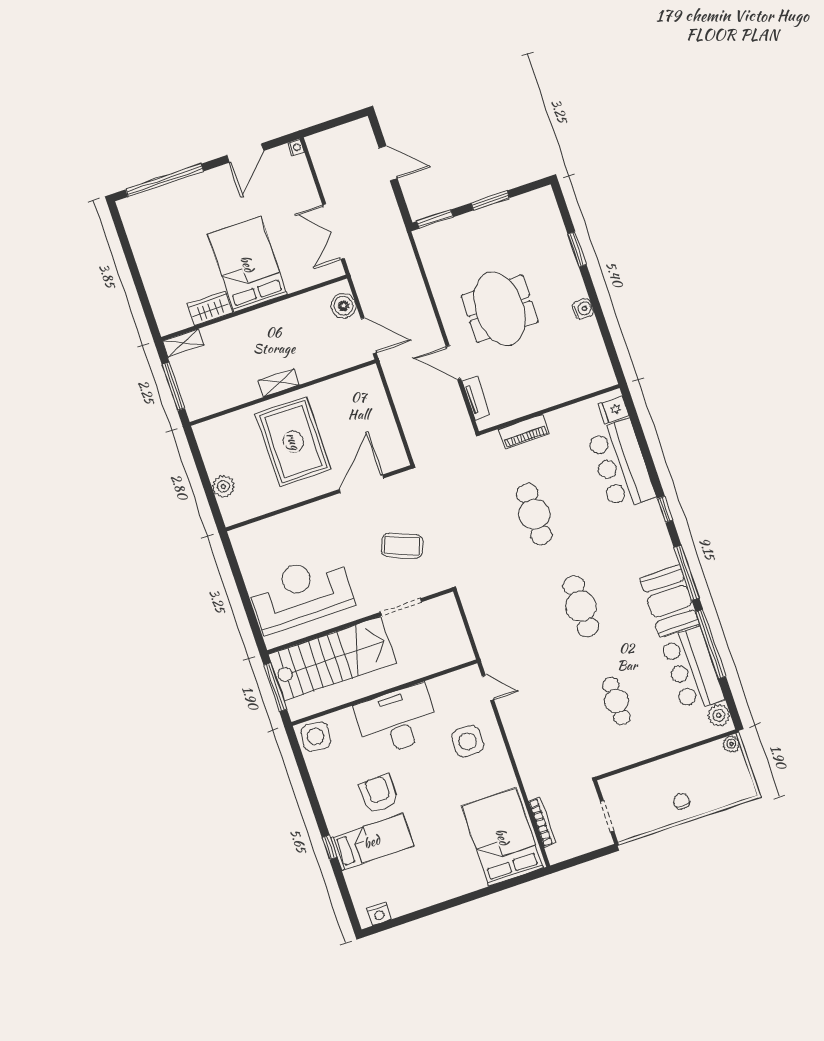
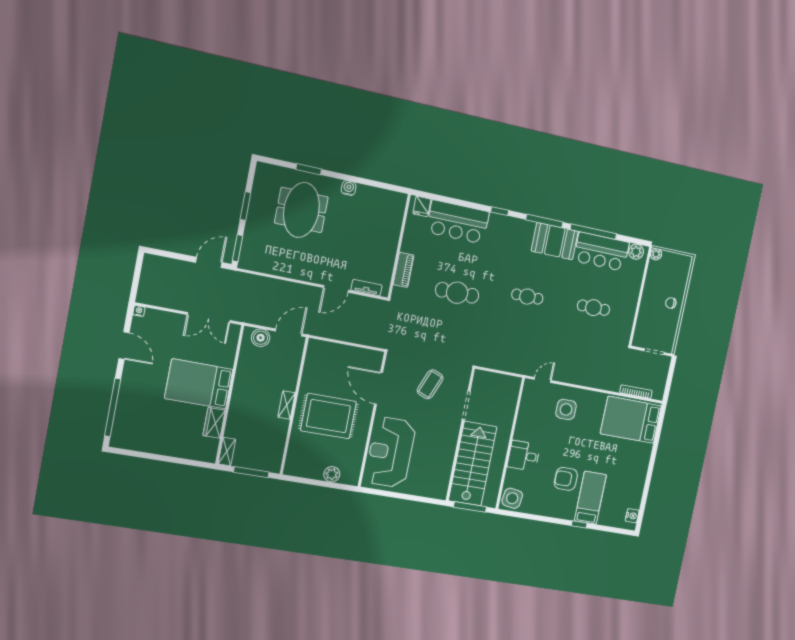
door: (388, 163) -> (209, 262), moved
meeting table: (500, 309) -> (301, 210), moved, turned 90
reception desk: (301, 593) -> (390, 452), moved
cafe table: (581, 606) -> (527, 297), width x0.73, depth x0.74
desk: (397, 720) -> (524, 456), width x0.53, depth x0.77

